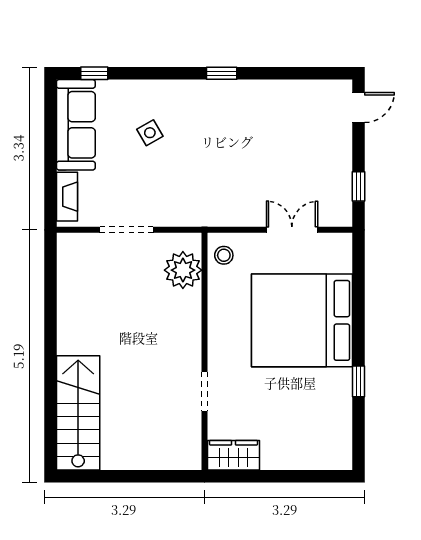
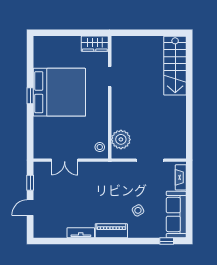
window: (222, 73) -> (101, 241), removed
tv unit: (261, 89) -> (81, 233), added
piano: (201, 93) -> (111, 231), added
door: (359, 107) -> (30, 208), moved
bed: (302, 320) -> (59, 92), moved
window: (359, 381) -> (30, 96), moved

